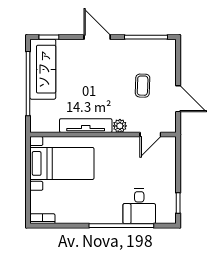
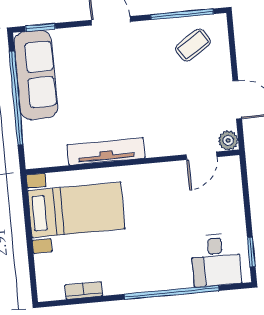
coffee table: (143, 86) -> (193, 45), moved, turned 54
plant: (120, 126) -> (228, 140), moved
desk: (139, 206) -> (216, 260), moved
bookcase: (42, 219) -> (84, 290), moved

